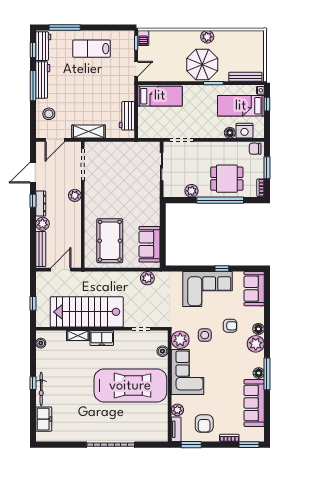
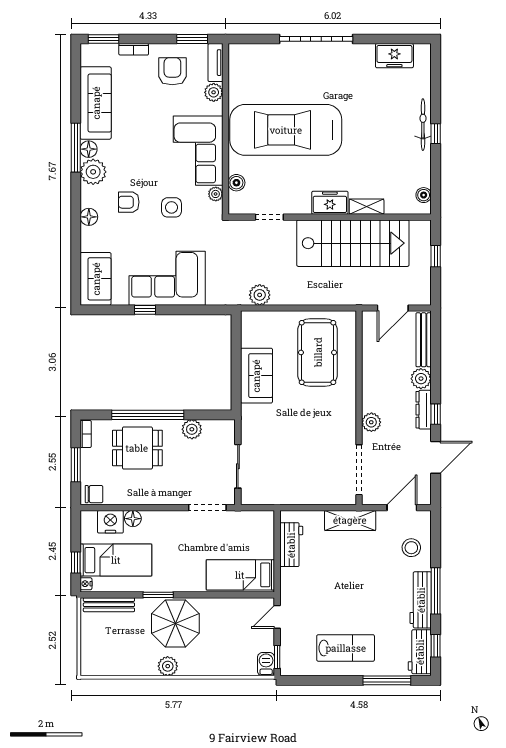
sofa: (149, 244) -> (256, 376), moved
armchair: (230, 326) -> (129, 202), moved
plant: (180, 340) -> (216, 194), width x0.53, depth x0.53
plant: (256, 344) -> (93, 172), moved
freezer: (44, 419) -> (394, 56), moved, turned -90

